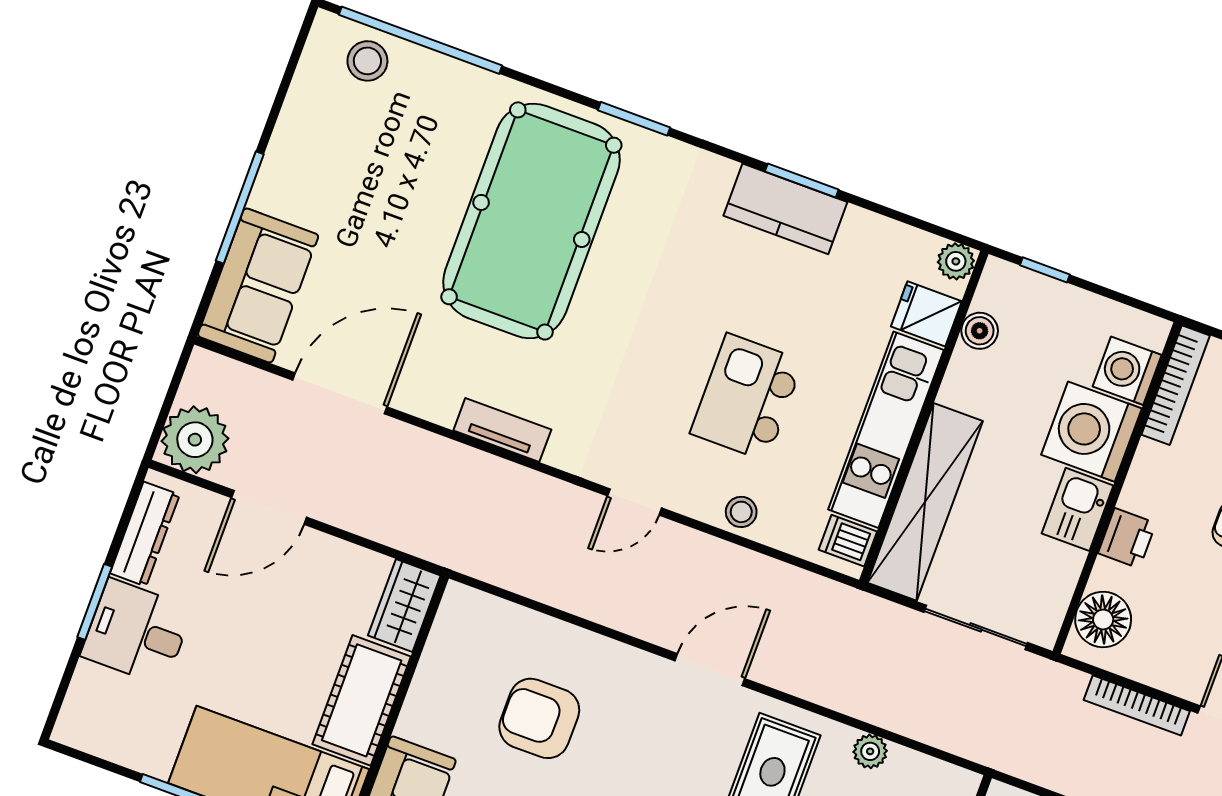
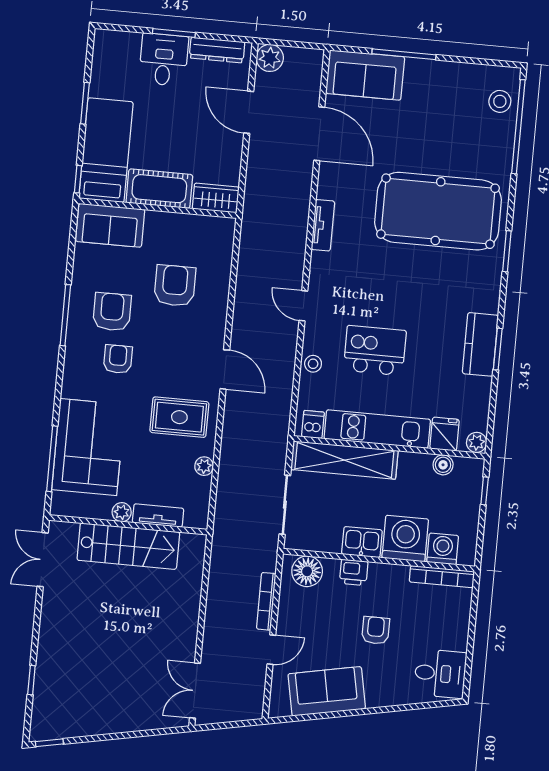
plant: (195, 440) -> (270, 58), width x0.73, depth x0.73

